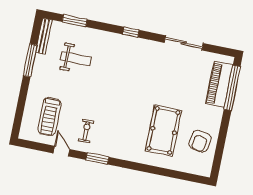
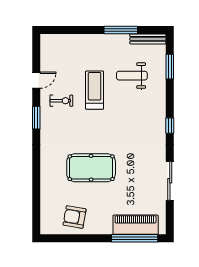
weight bench: (76, 59) -> (132, 76), turned 90
treadmill: (49, 116) -> (95, 90), moved, turned 90
pool table: (164, 130) -> (91, 168), moved

